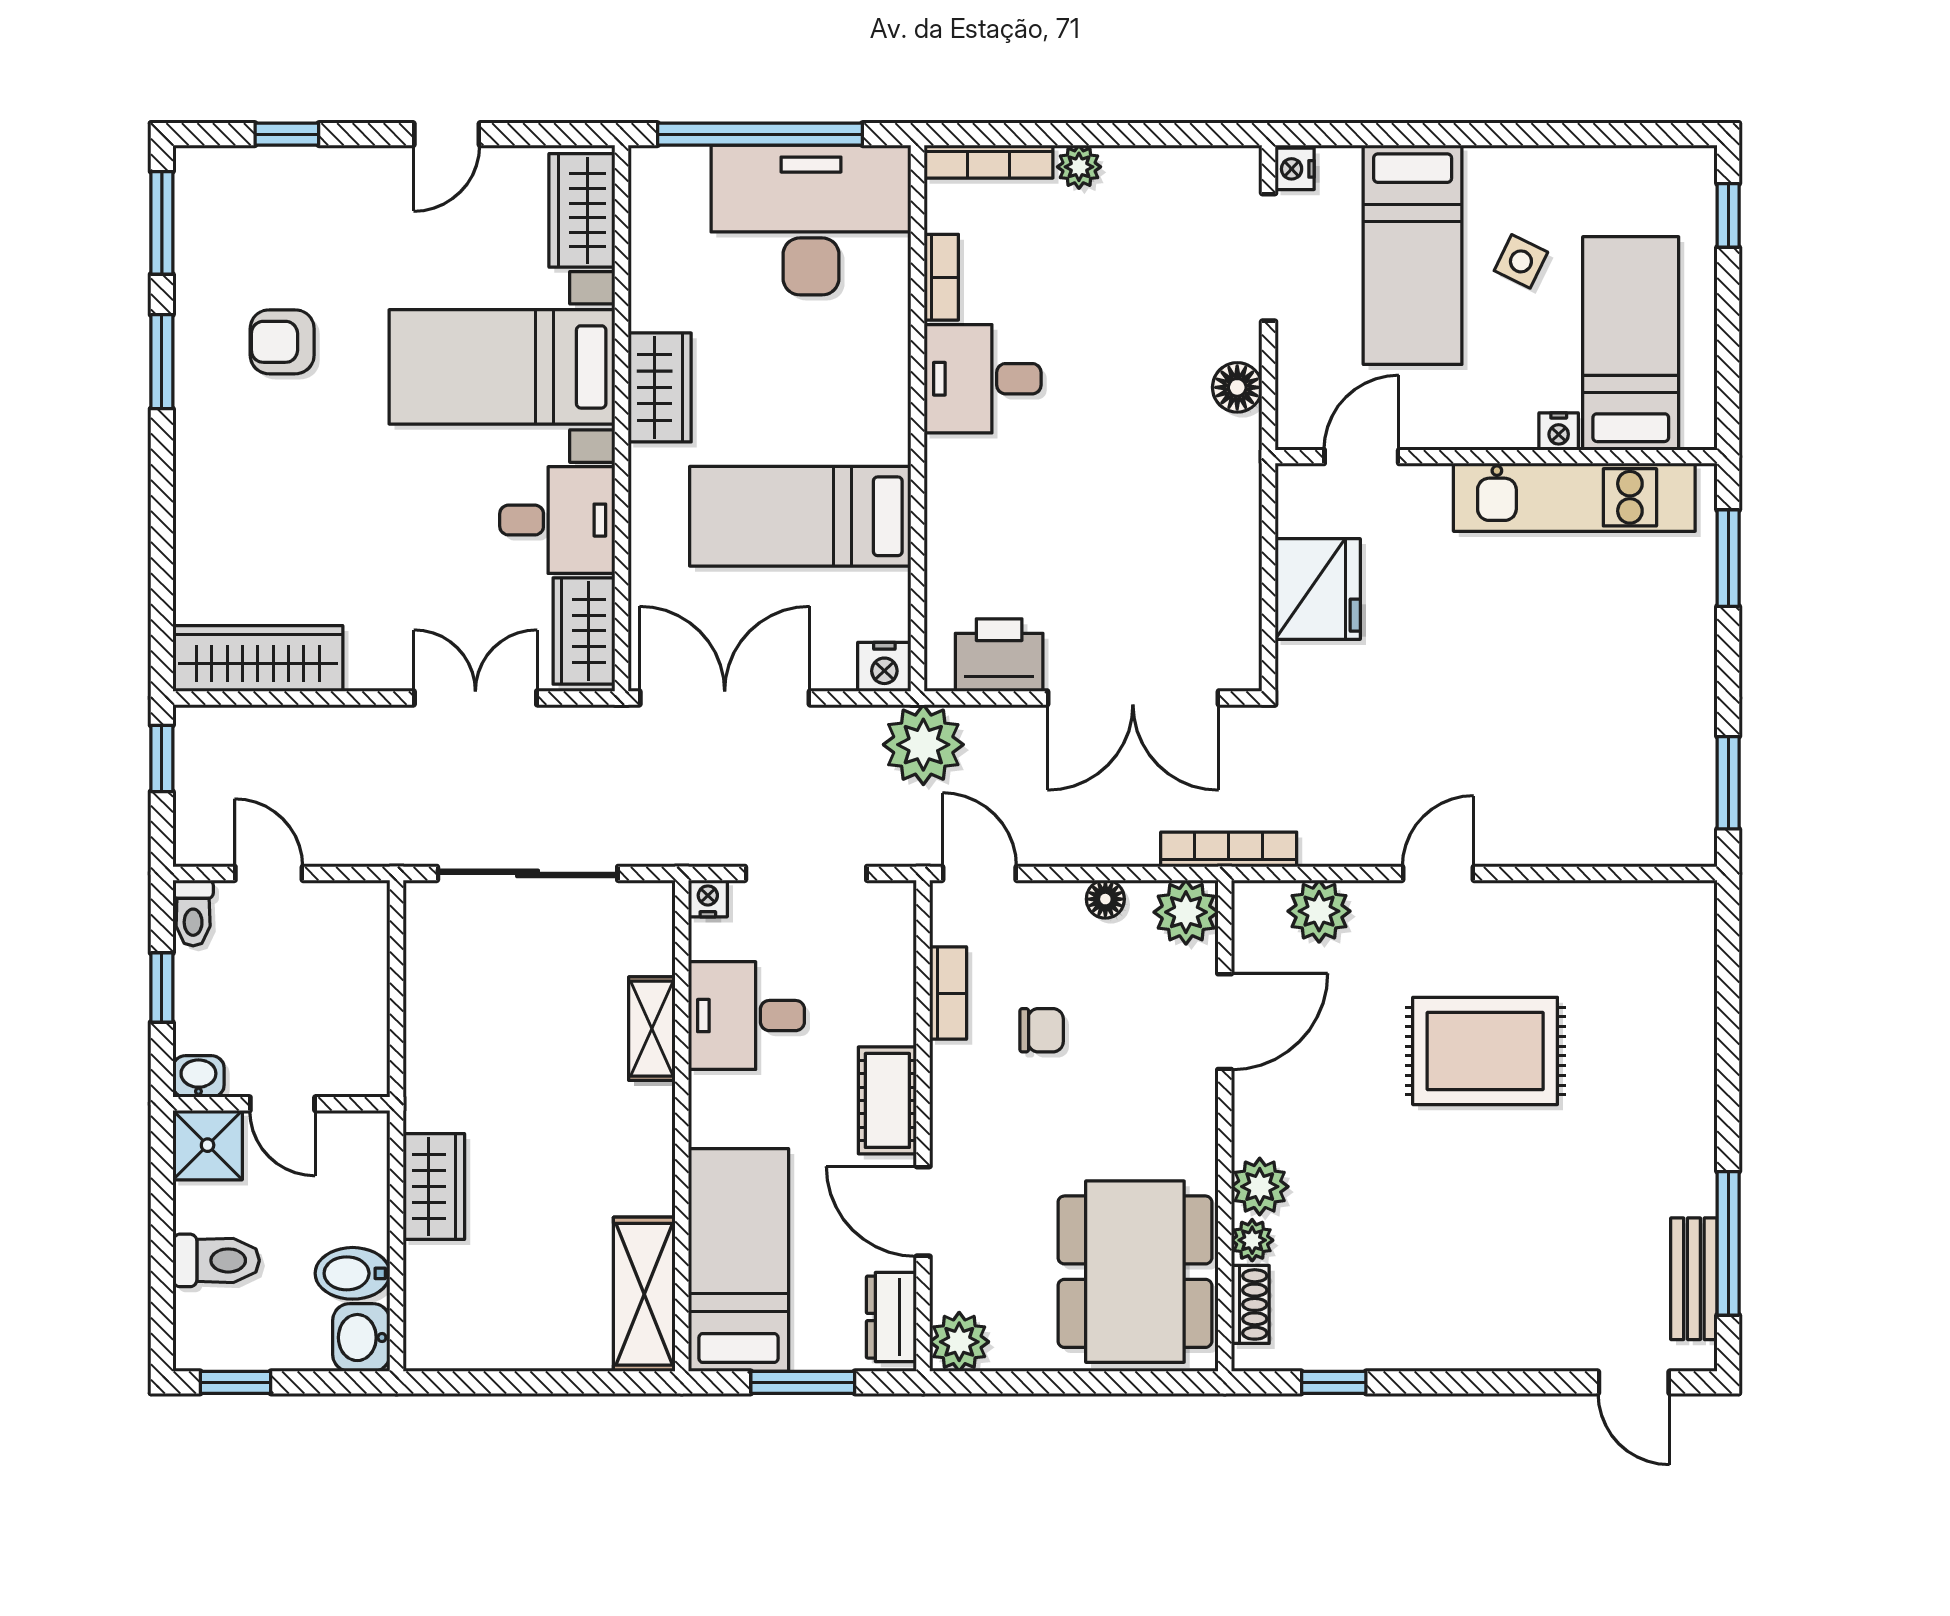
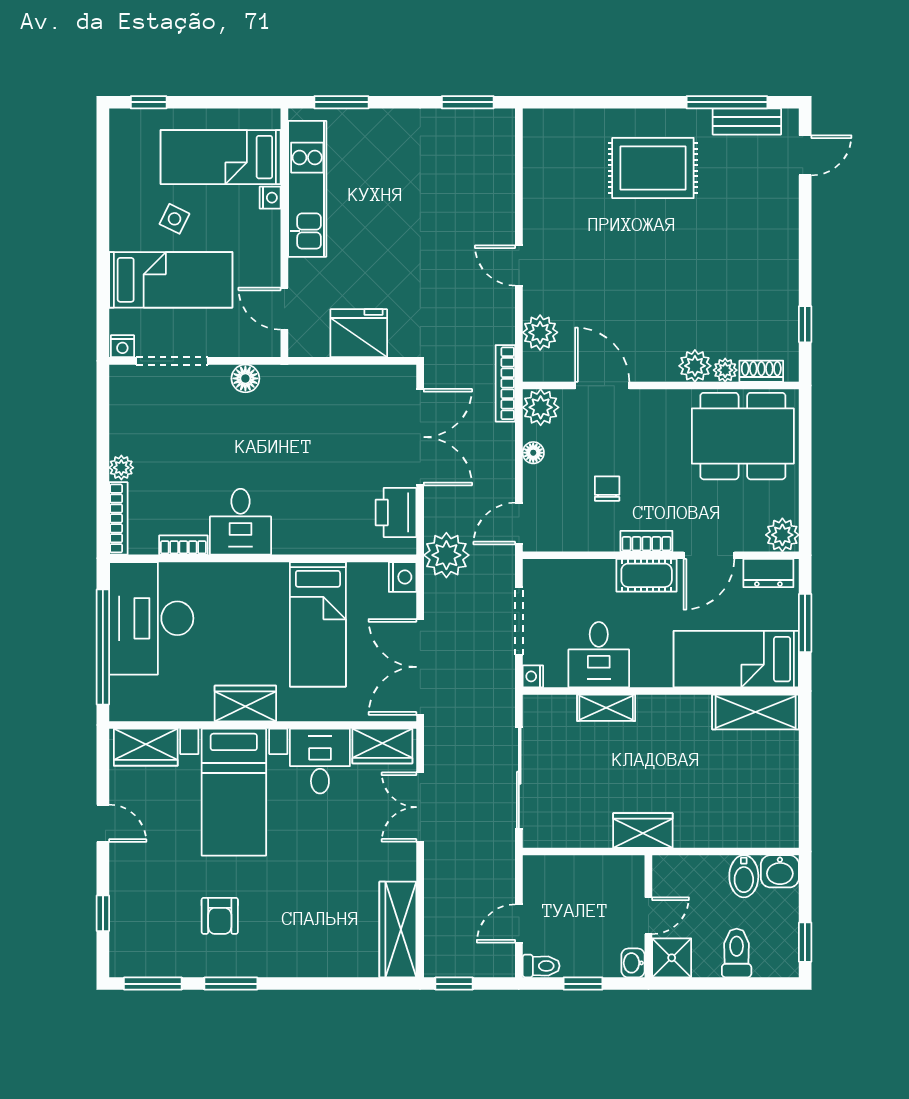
bookcase: (948, 993) -> (646, 541), moved
rug: (1485, 1051) -> (653, 168), moved, turned 90
wardrobe: (434, 1186) -> (643, 830), moved

